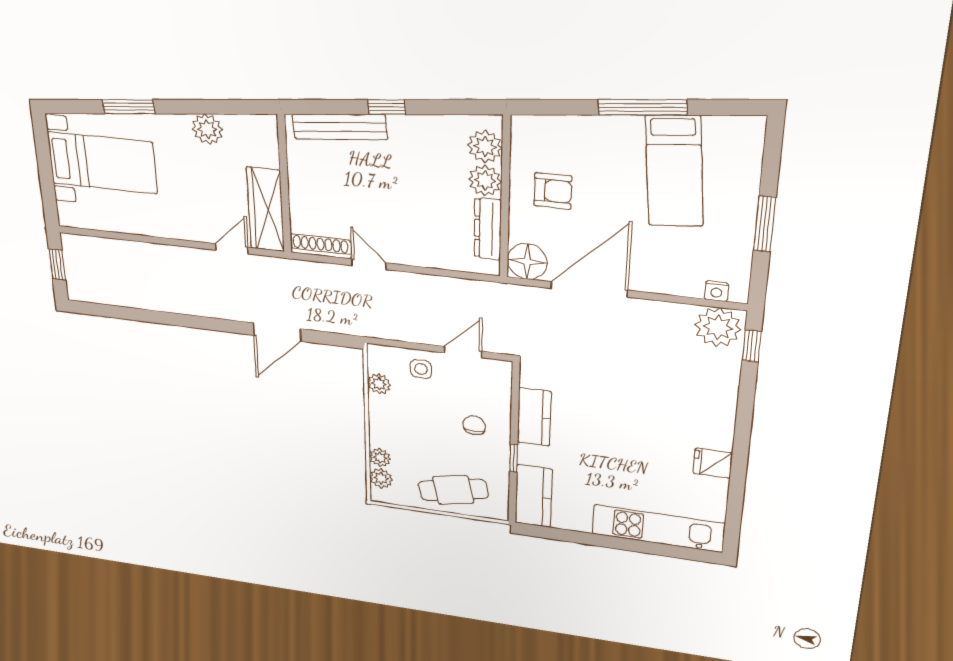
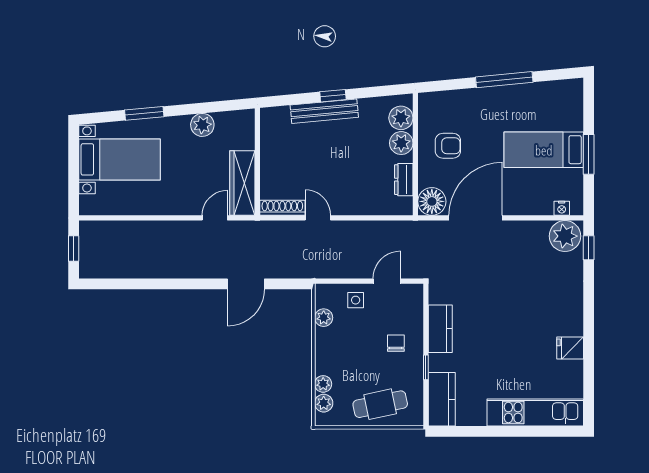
bench: (340, 127) -> (324, 111), moved
bed: (674, 171) -> (544, 150), moved, turned 95
dresser: (488, 229) -> (404, 180), width x0.70

